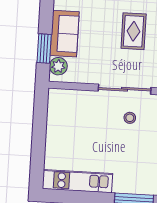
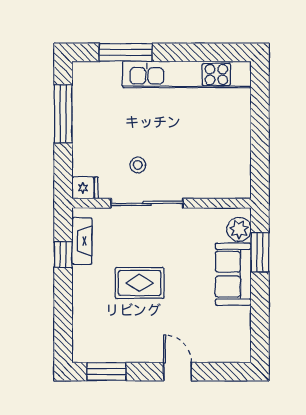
rug: (134, 31) -> (140, 283), turned 90
kitchen unit: (77, 181) -> (187, 74), width x1.36

